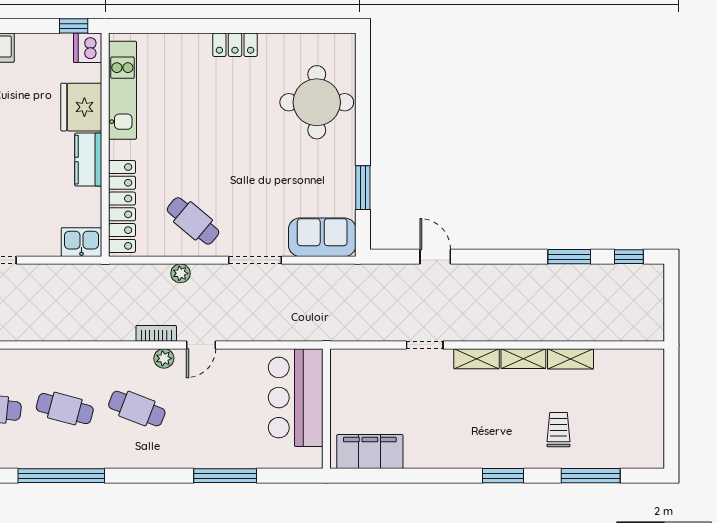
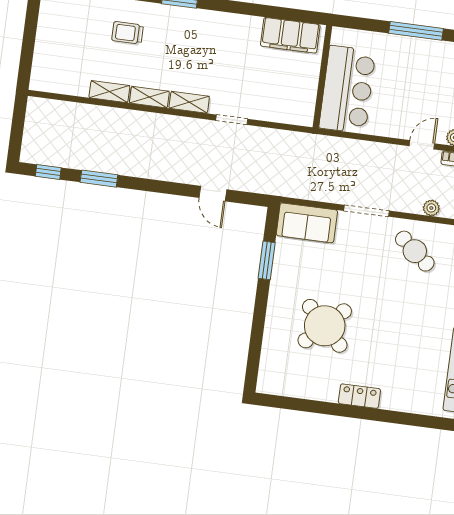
round table: (317, 102) -> (325, 326), moved, turned 45
trolley: (558, 430) -> (128, 33), turned 90

